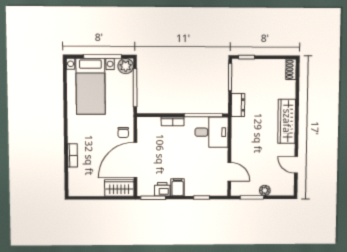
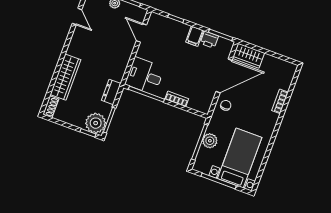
plant: (126, 66) -> (210, 141), moved
plant: (242, 69) -> (96, 123), added
wardrobe: (287, 121) -> (65, 77), moved

